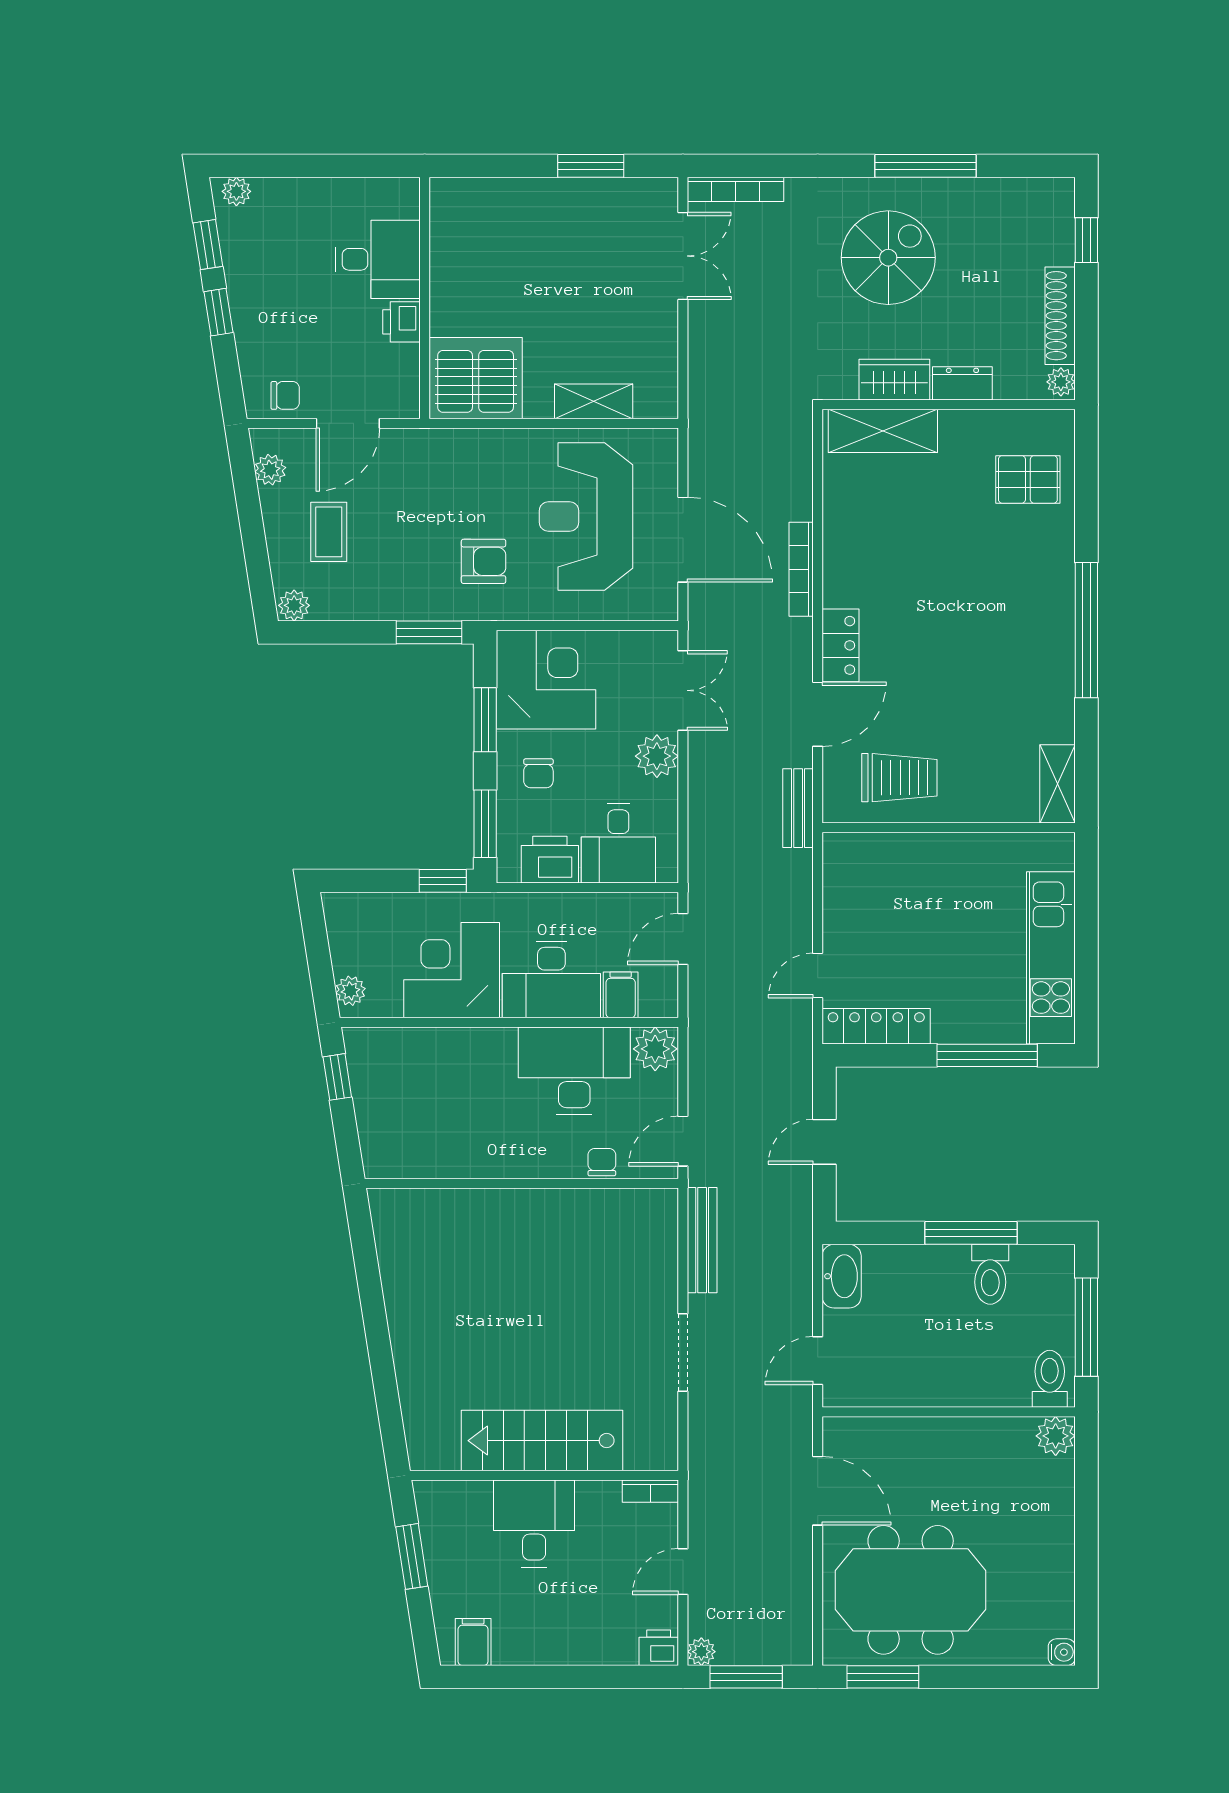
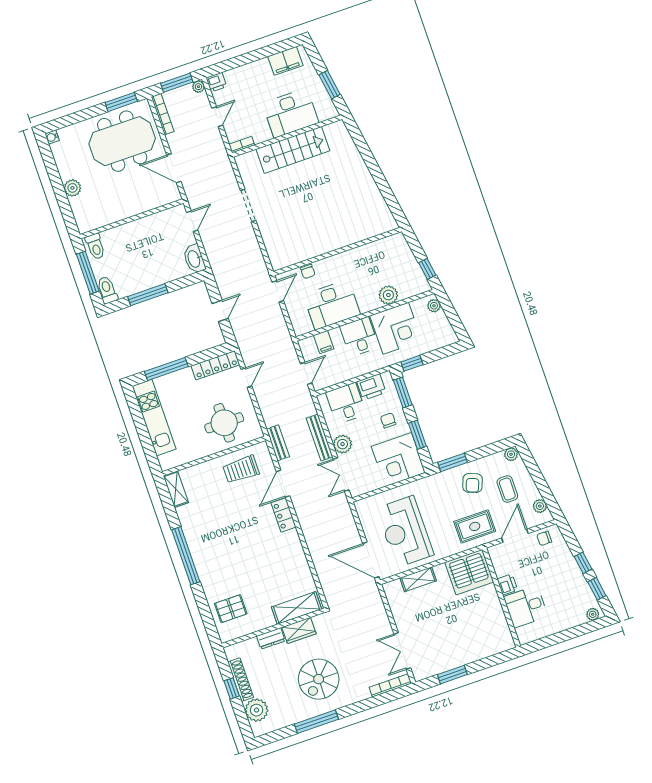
window: (1086, 240) -> (232, 688), moved
plant: (1061, 382) -> (257, 710), moved, width x1.88, depth x1.88
rug: (429, 474) -> (475, 526), added
reception desk: (586, 516) -> (405, 531), turned 180
door: (683, 540) -> (371, 560), moved
armchair: (484, 561) -> (473, 483), moved, turned -69
bookcase: (801, 569) -> (163, 114), moved
round table: (901, 893) -> (224, 423), added
desk: (551, 979) -> (359, 337), width x0.73
plant: (655, 1049) -> (388, 295), moved
bench: (702, 1240) -> (320, 438), moved
toilet: (990, 1274) -> (107, 290), moved
plant: (1056, 1436) -> (72, 188), moved
desk: (534, 1524) -> (291, 113), width x1.37
filing cabinet: (473, 1642) -> (285, 61), width x2.00

